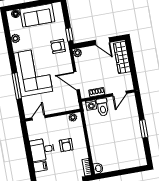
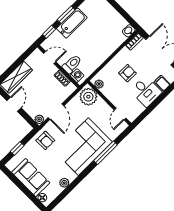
window: (69, 34) -> (17, 148), moved
door: (76, 81) -> (56, 112), moved
plant: (69, 103) -> (88, 97), added
window: (140, 107) -> (49, 32), added
door: (39, 118) -> (120, 114), hinge flipped
bathtub: (134, 129) -> (72, 23), added

